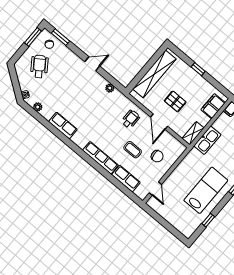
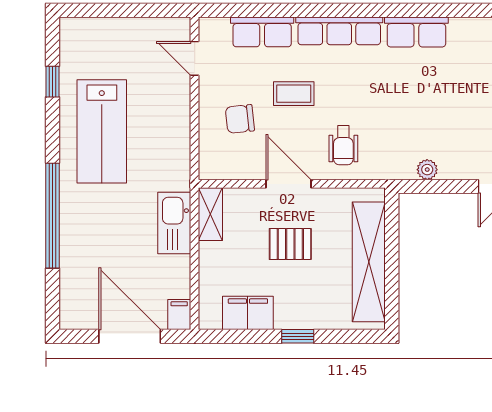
filing cabinet: (213, 106) -> (248, 313), moved, turned -90
row of seats: (63, 125) -> (416, 32), moved

